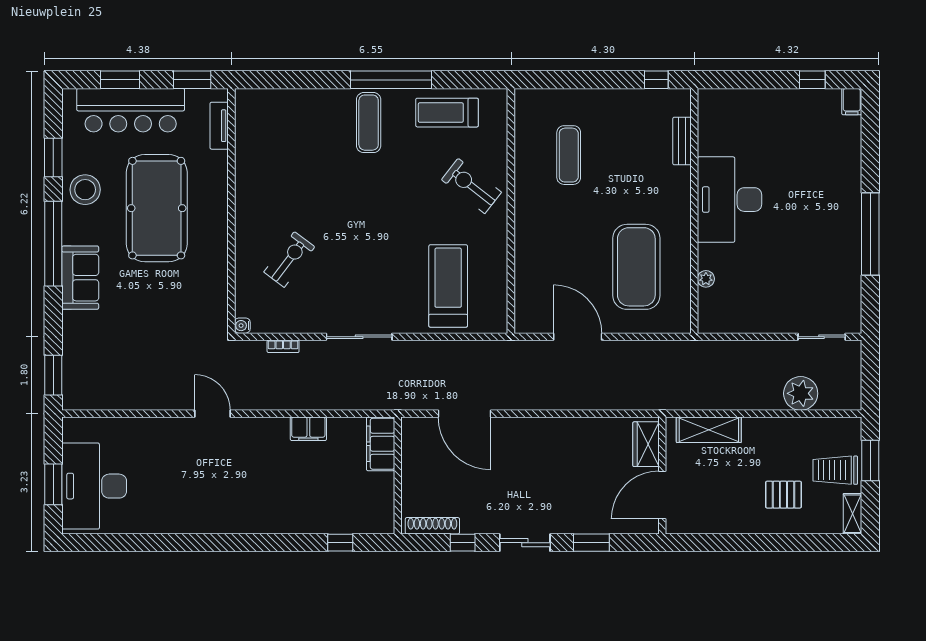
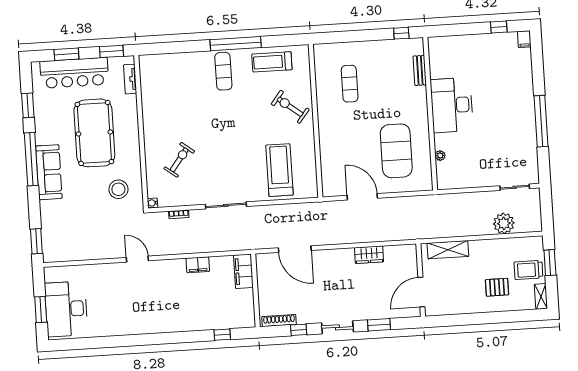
stool: (85, 190) -> (118, 189), moved
sofa: (80, 278) -> (49, 172), width x1.36
wardrobe: (646, 444) -> (369, 255), moved, turned -90

